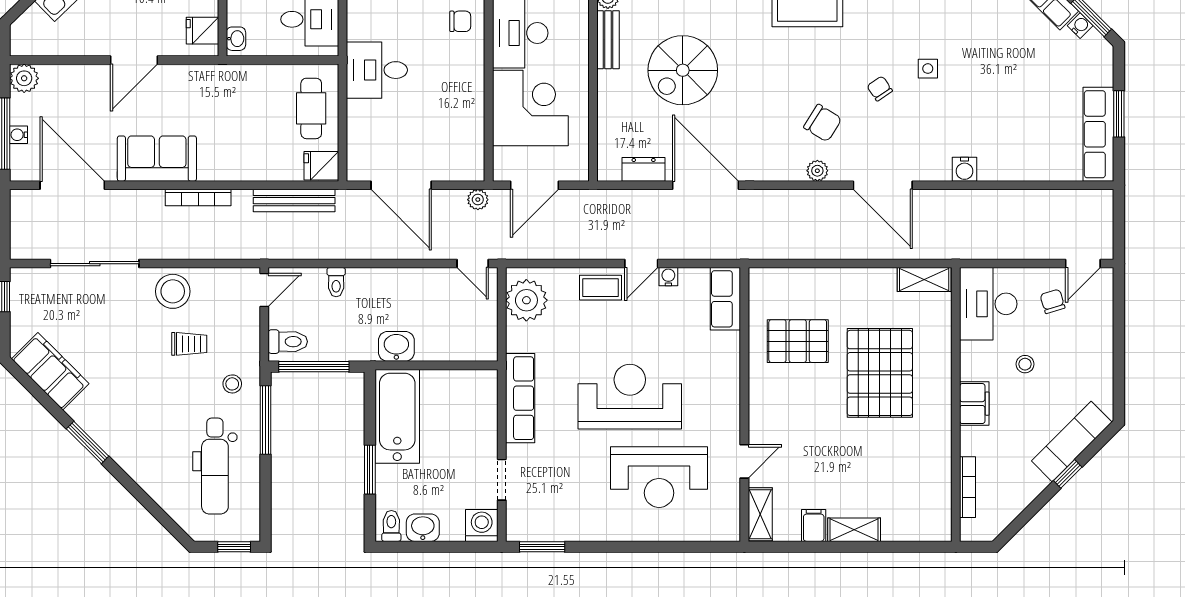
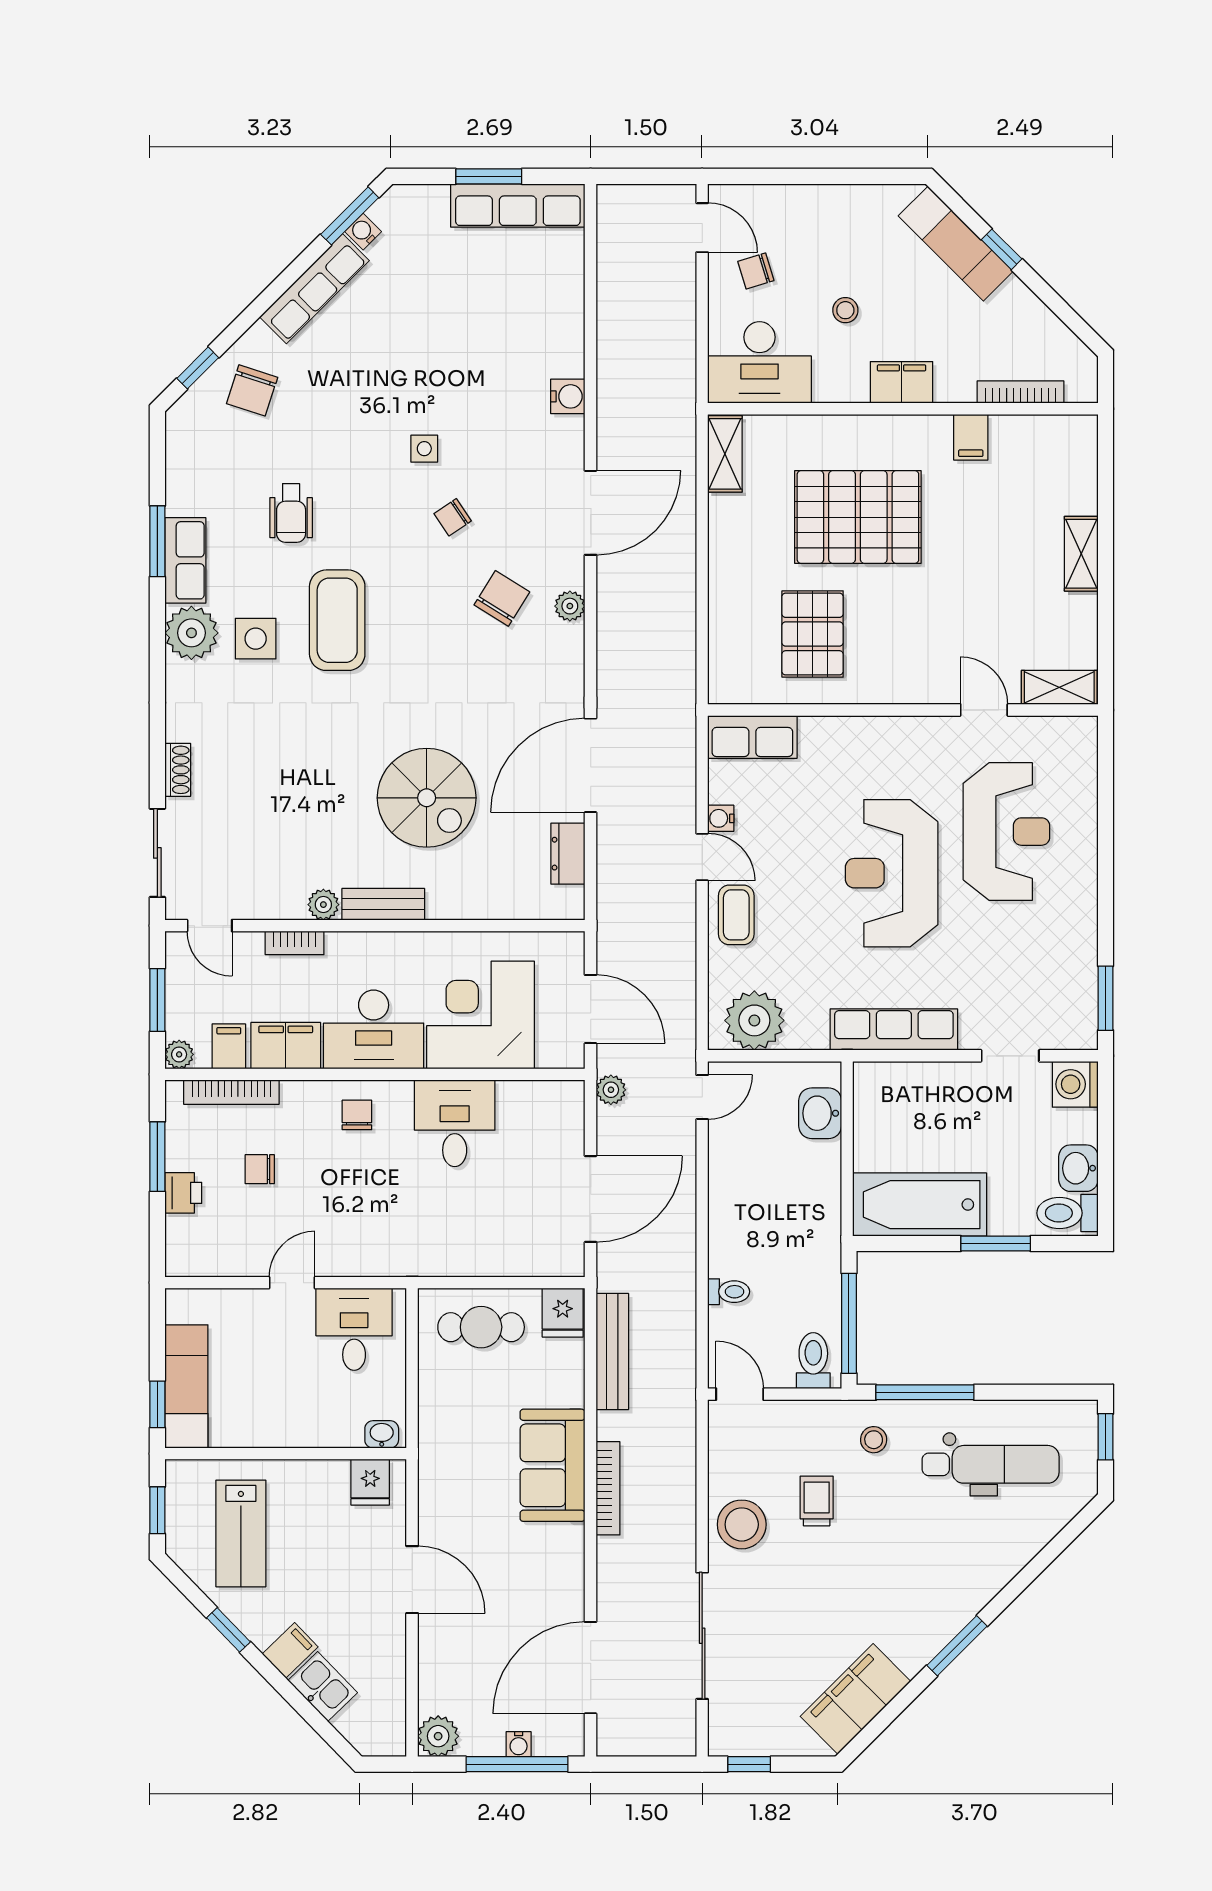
desk: (377, 70) -> (455, 1123), moved, turned 180
sofa: (157, 159) -> (553, 1465), moved
washbasin: (396, 346) -> (820, 1113), moved
filing cabinet: (814, 525) -> (971, 437), moved, turned -90
toilet: (391, 526) -> (1067, 1213), width x1.37, depth x1.39

